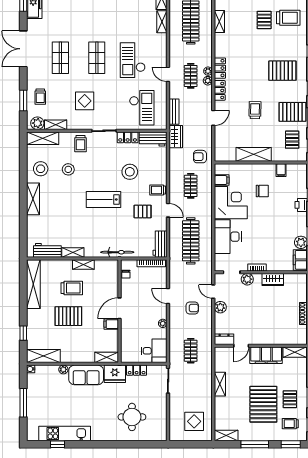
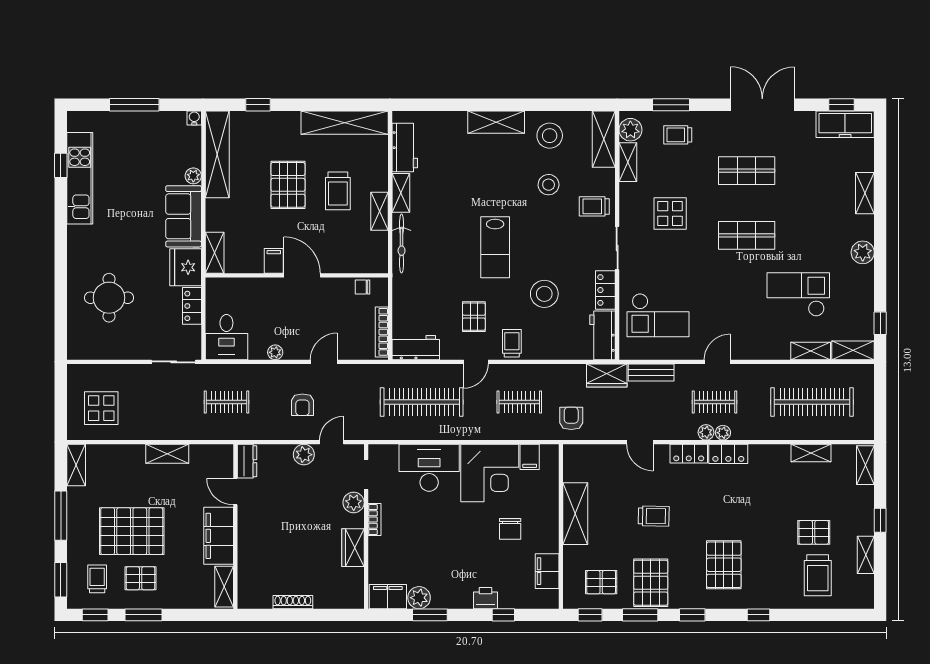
checkout: (133, 60) -> (798, 294), moved
filing cabinet: (281, 170) -> (547, 571), width x2.00
lab bench: (104, 199) -> (495, 247), turned 180
bicycle: (117, 252) -> (402, 244), moved
shelving: (43, 356) -> (217, 154), width x1.47

